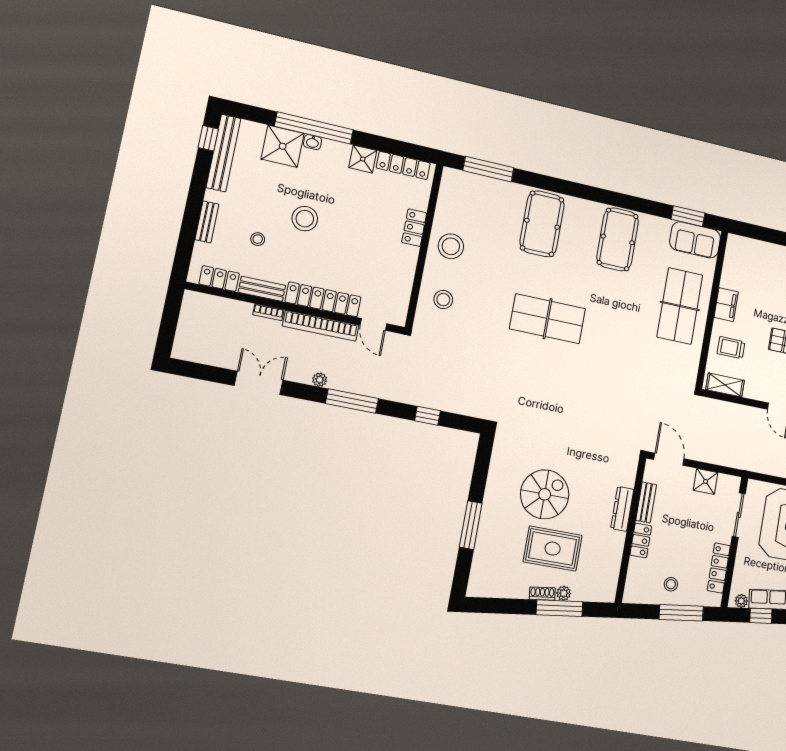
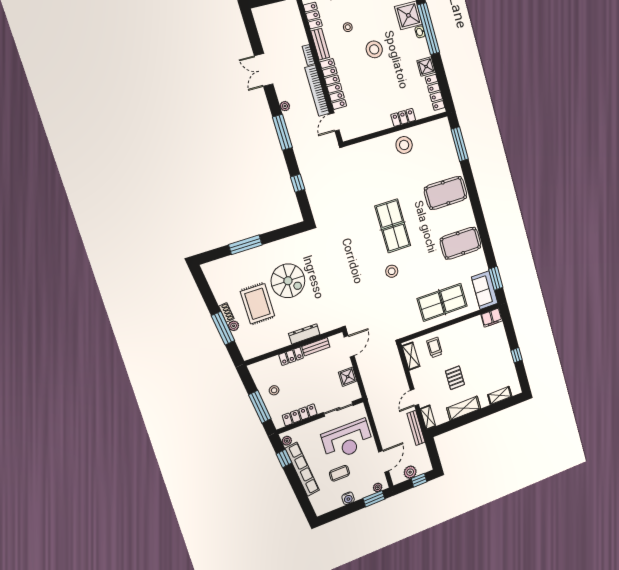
stool: (443, 300) -> (392, 271), moved
filing cabinet: (726, 305) -> (492, 318), moved
double door: (259, 383) -> (264, 70), swing flipped

